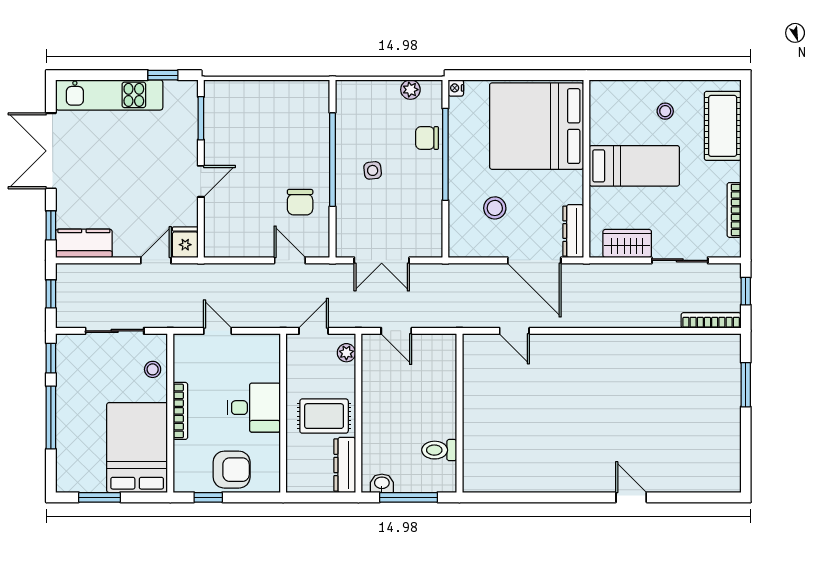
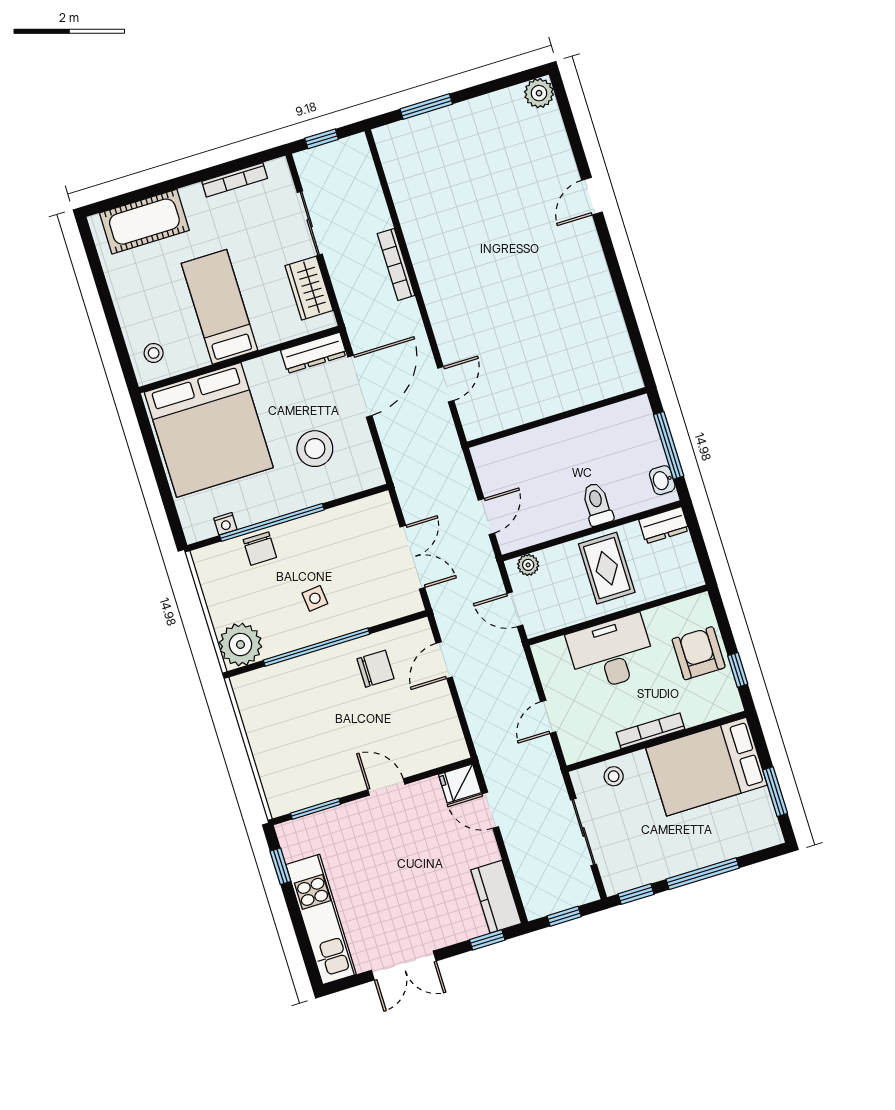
nightstand: (456, 88) -> (225, 524), moved
plant: (410, 90) -> (240, 645), moved, width x1.87, depth x1.87
stool: (665, 111) -> (154, 353), moved
double door: (51, 151) -> (404, 966), width x0.73
stool: (495, 208) -> (315, 449), width x1.38, depth x1.38
bookcase: (711, 320) -> (396, 265), moved
desk: (254, 408) -> (611, 653), width x1.37
toilet: (439, 450) -> (597, 504), moved, turned 180
dresser: (345, 465) -> (664, 525), width x0.70
plant: (728, 480) -> (539, 93), added

